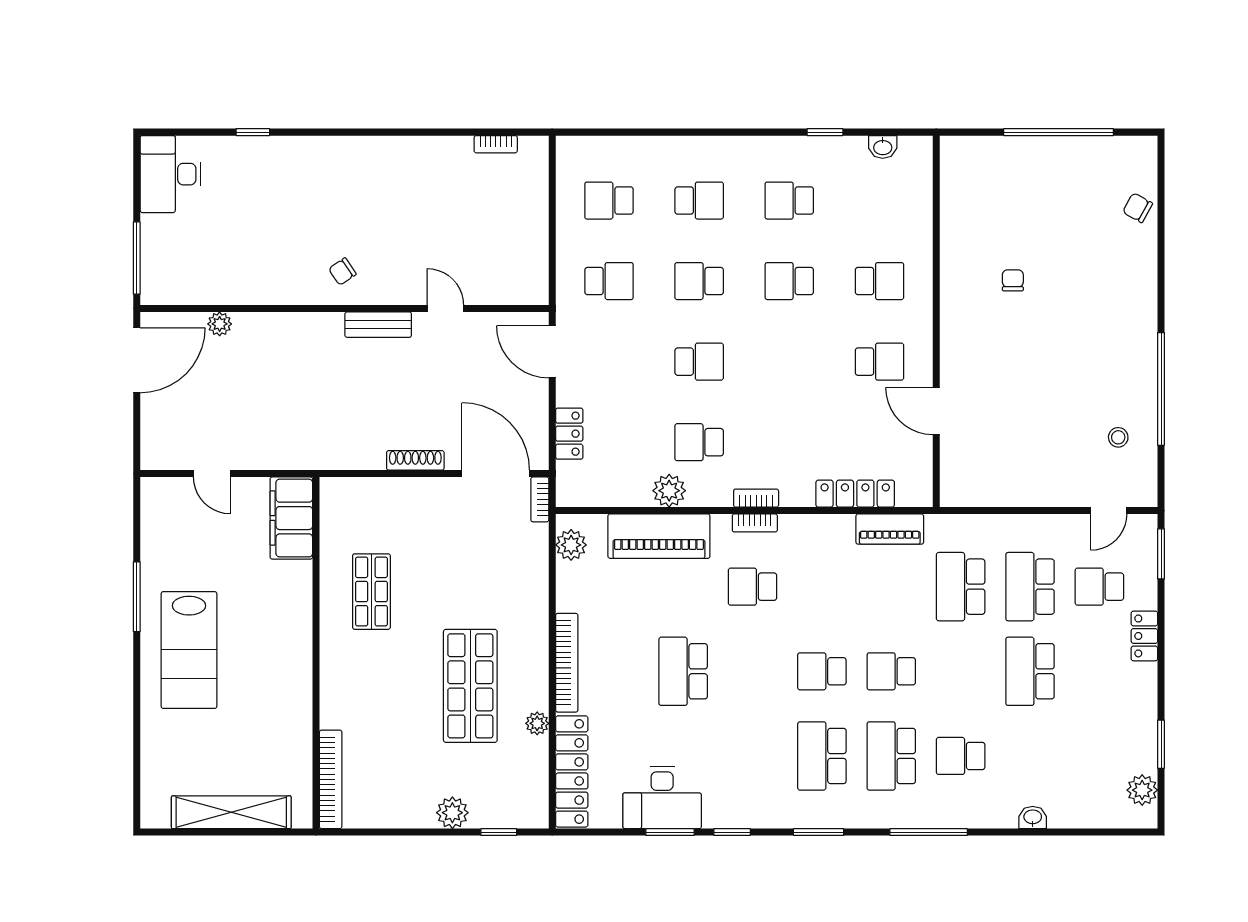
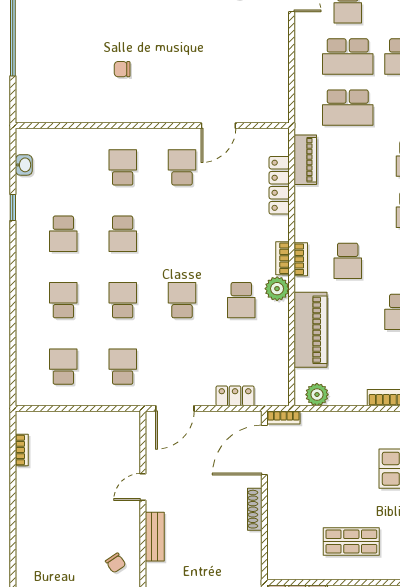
school desk: (609, 201) -> (63, 367), turned 180
school desk: (699, 281) -> (123, 300), turned 180
plant: (669, 491) -> (277, 289), moved

